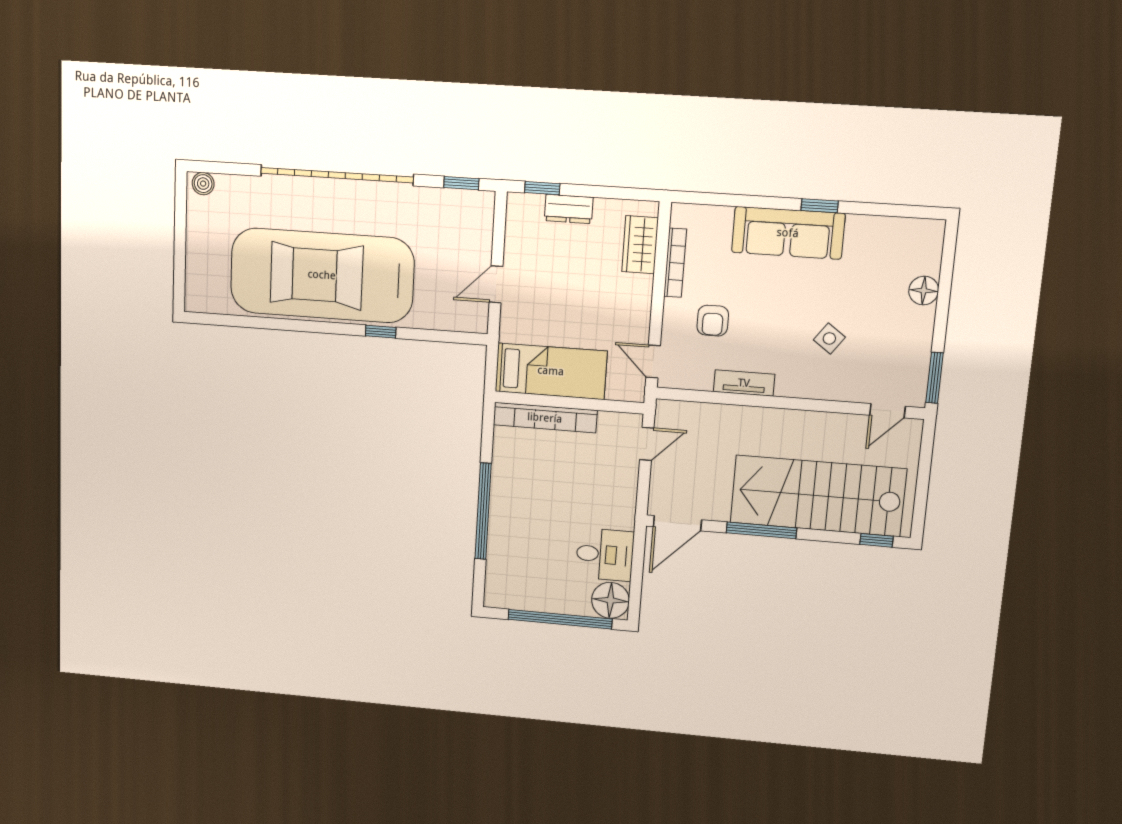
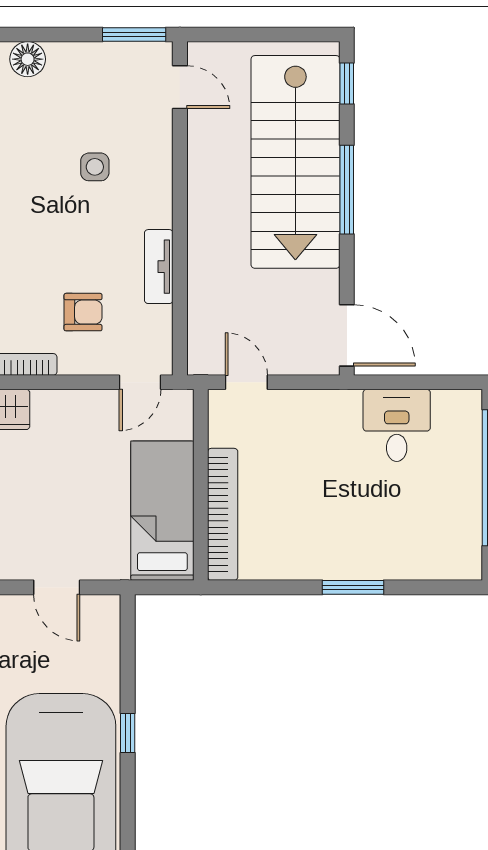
side table: (829, 338) -> (95, 167), turned -36
window: (483, 511) -> (353, 587), width x0.47
window: (761, 530) -> (347, 190), moved
floor lamp: (610, 600) -> (457, 414), removed

